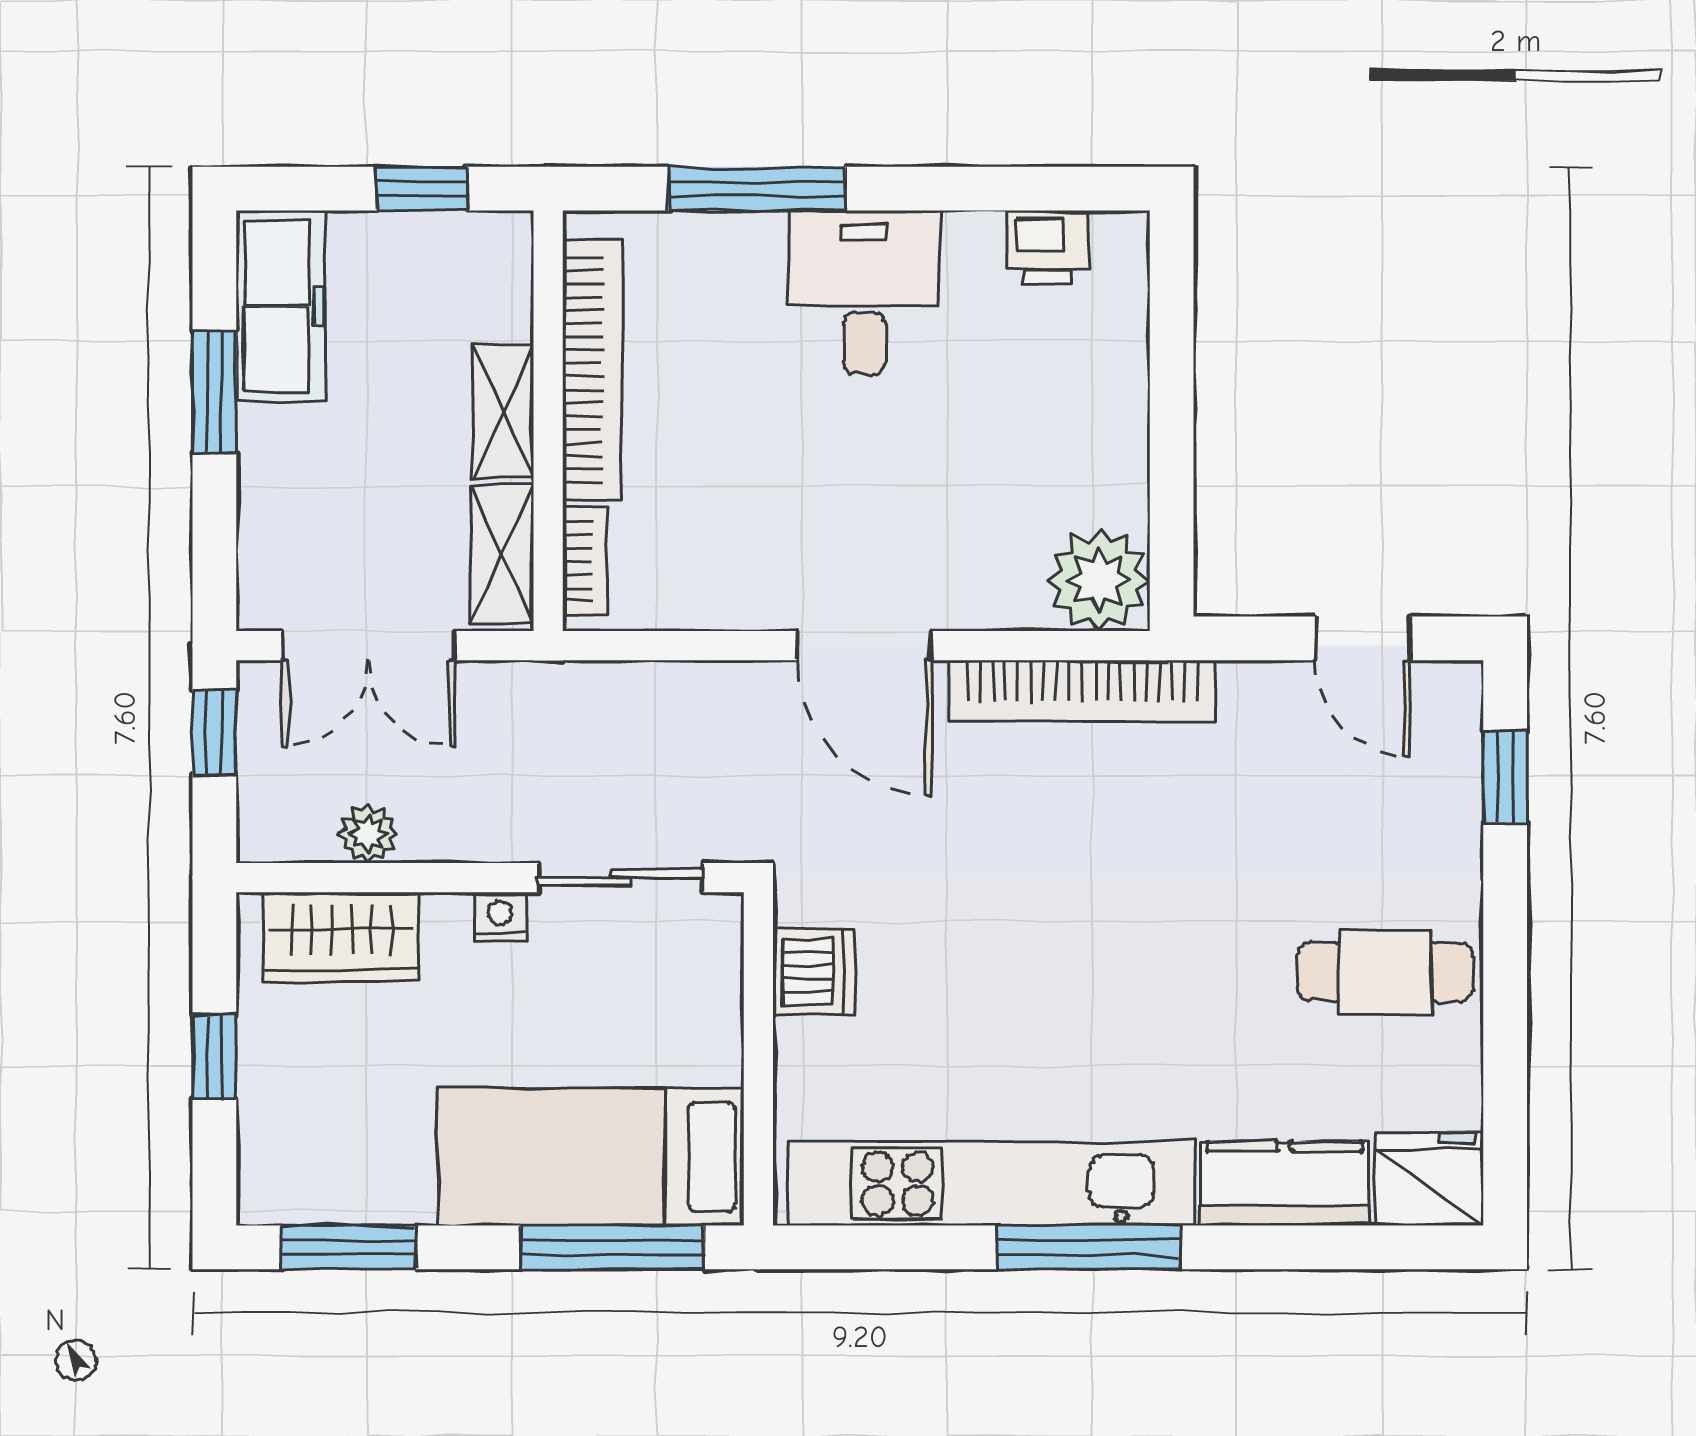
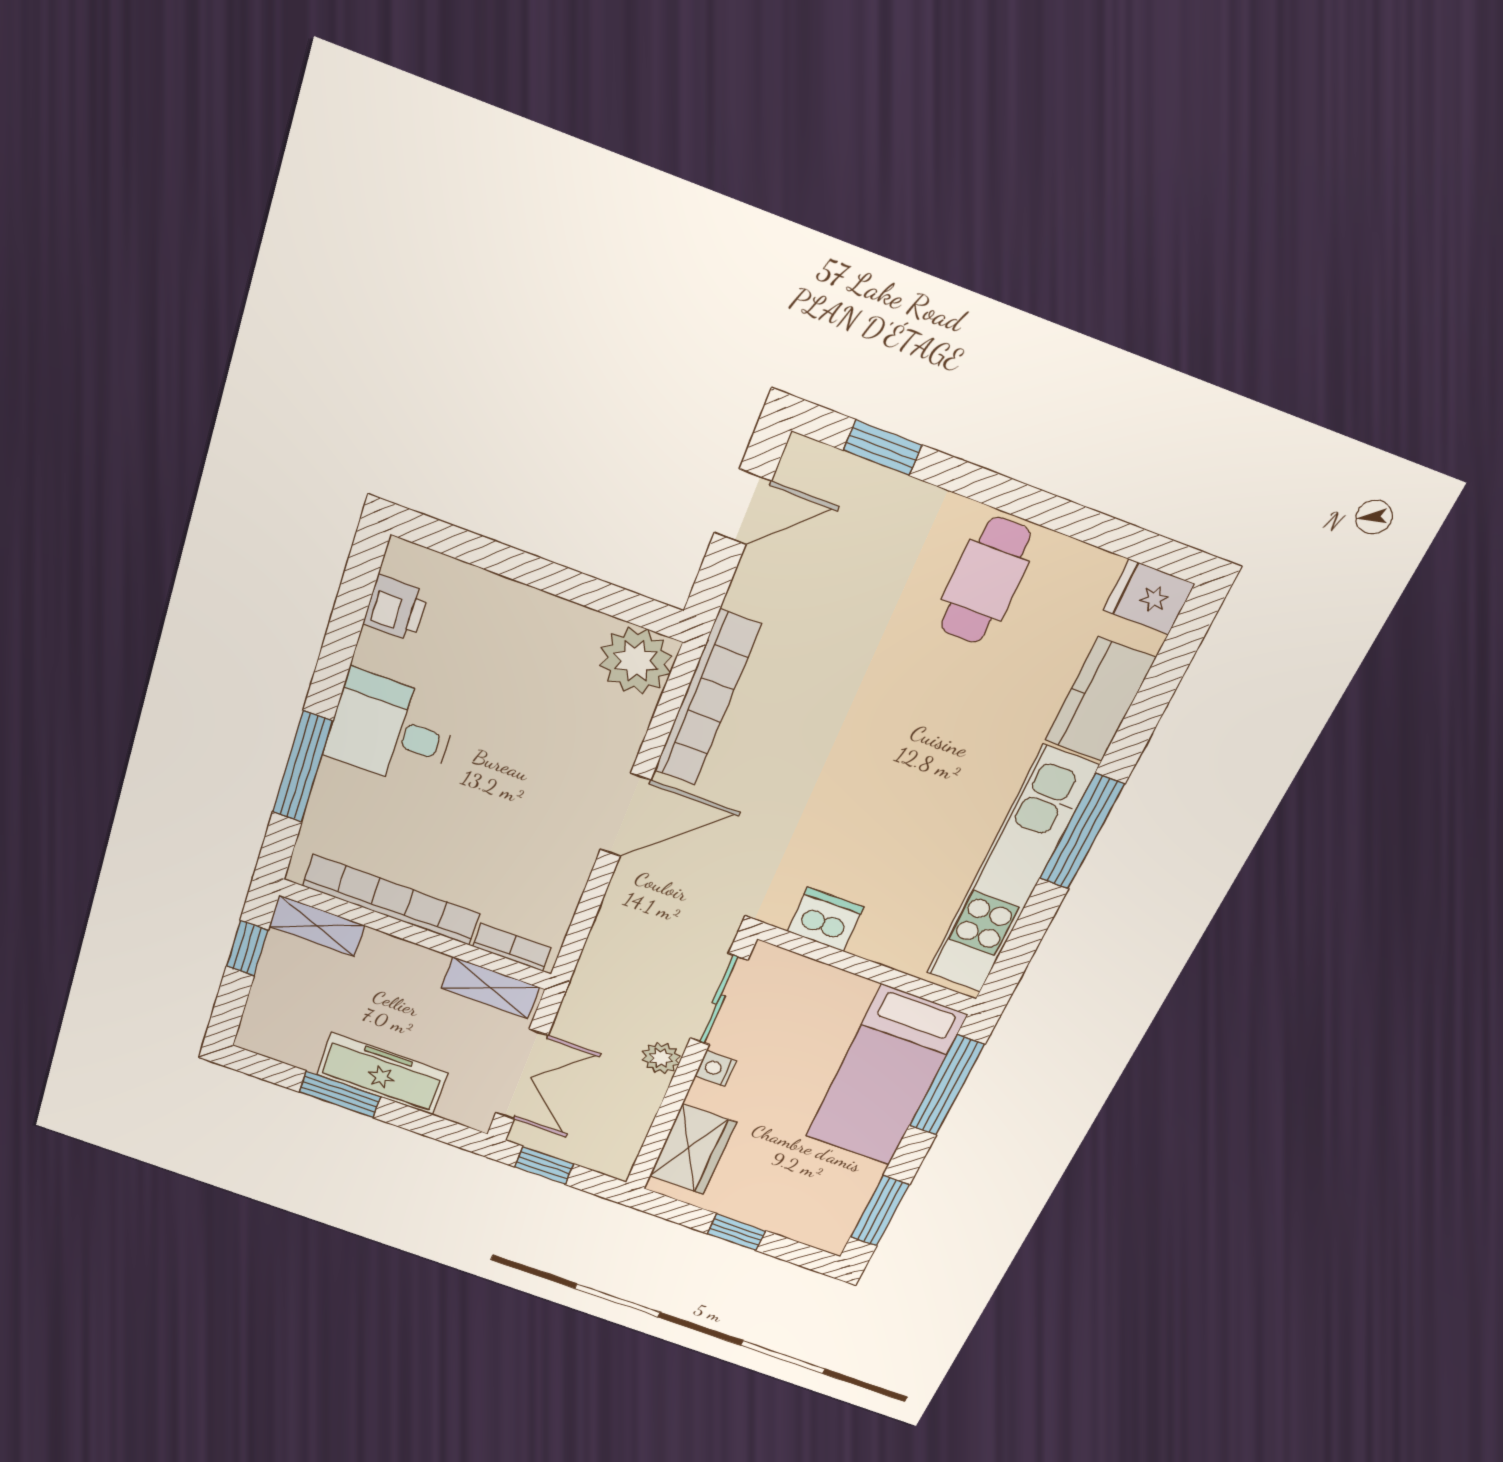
freezer: (281, 306) -> (382, 1074), moved
shelving: (503, 411) -> (317, 926), moved
plant: (368, 834) -> (661, 1058), moved
fridge: (1429, 1179) -> (1149, 597), width x0.72

